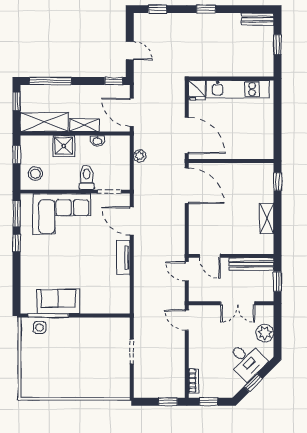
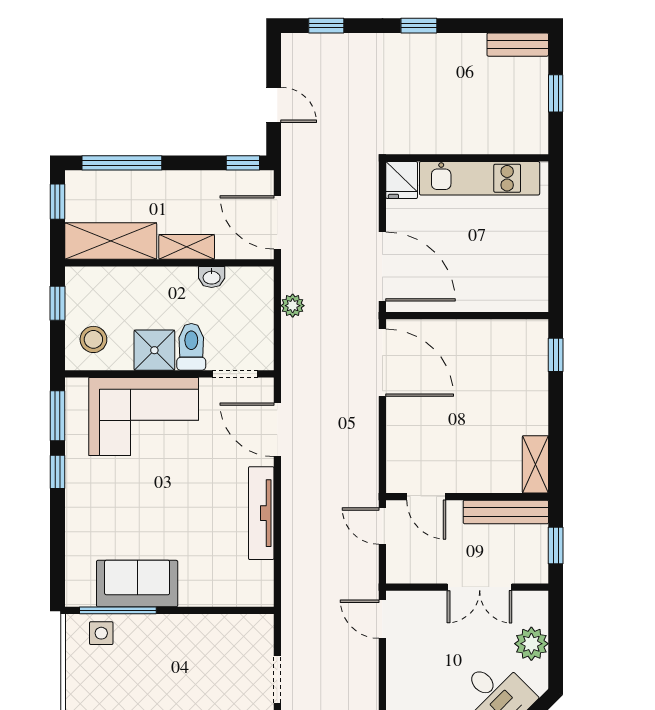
shower: (64, 146) -> (154, 350), moved
shelving: (267, 218) -> (535, 464), moved
tv unit: (123, 257) -> (261, 513), width x1.41

